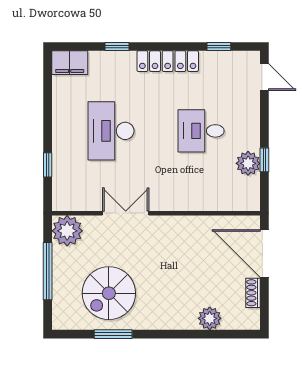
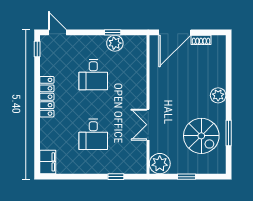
window: (117, 46) -> (37, 130), removed
window: (219, 46) -> (37, 49), moved
door: (264, 77) -> (57, 32), hinge flipped
desk: (111, 131) -> (93, 134), width x0.73
window: (48, 271) -> (187, 177), width x0.46
plant: (210, 318) -> (218, 95), moved

